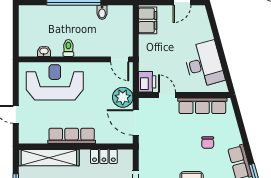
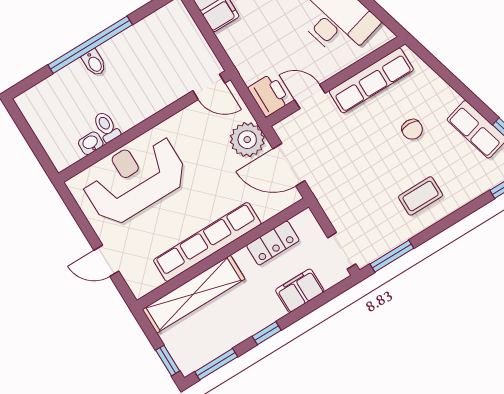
bidet: (102, 12) -> (94, 63), moved
toilet: (68, 48) -> (106, 127), moved
row of seats: (72, 136) -> (207, 242), width x1.36

